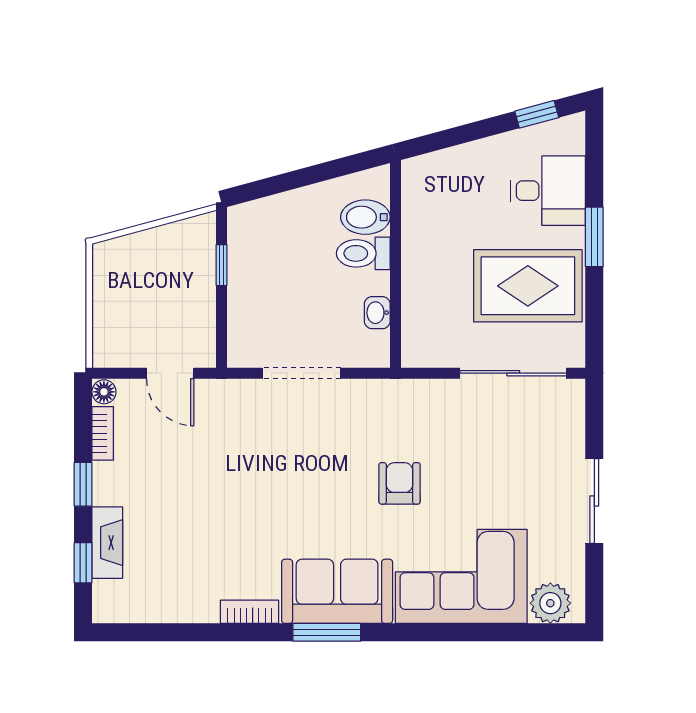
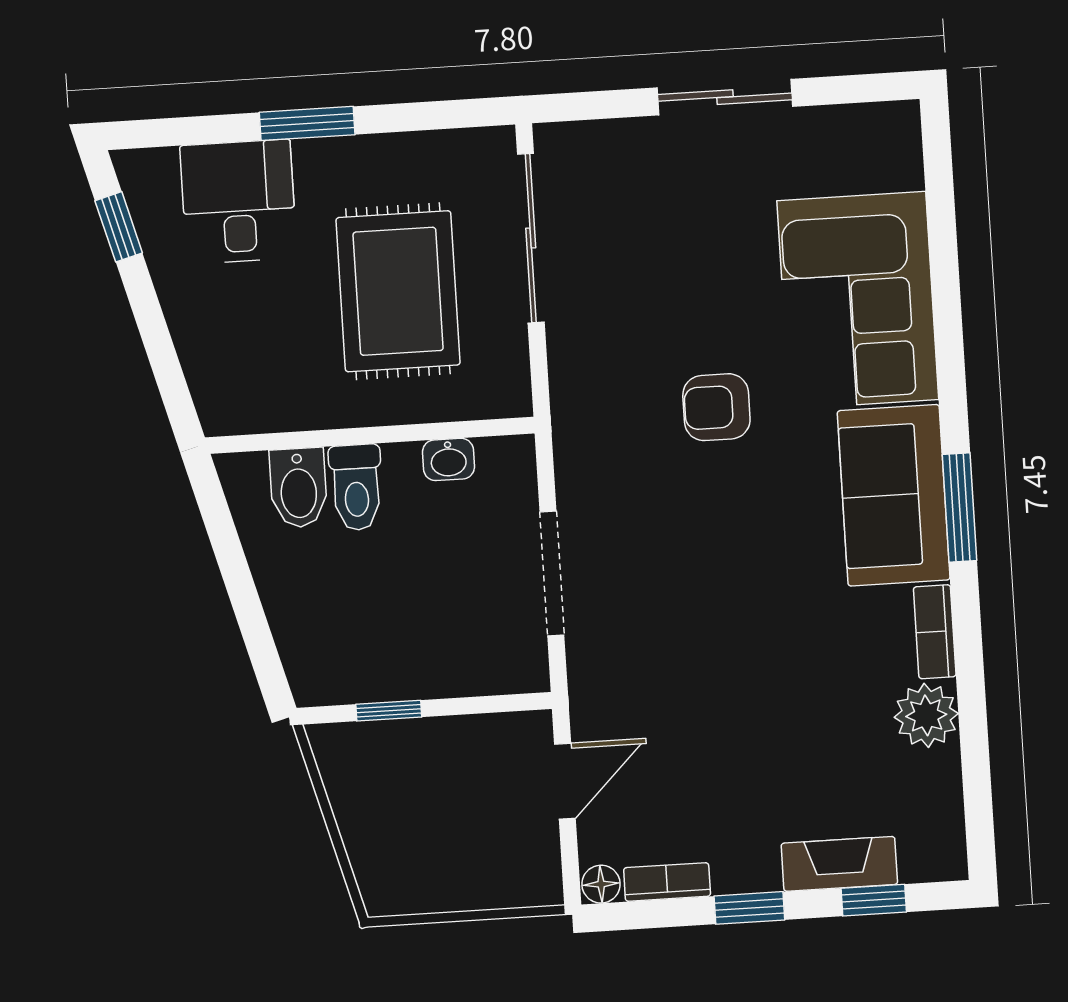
rug: (528, 286) -> (398, 291), moved
plant: (550, 603) -> (926, 715), moved

